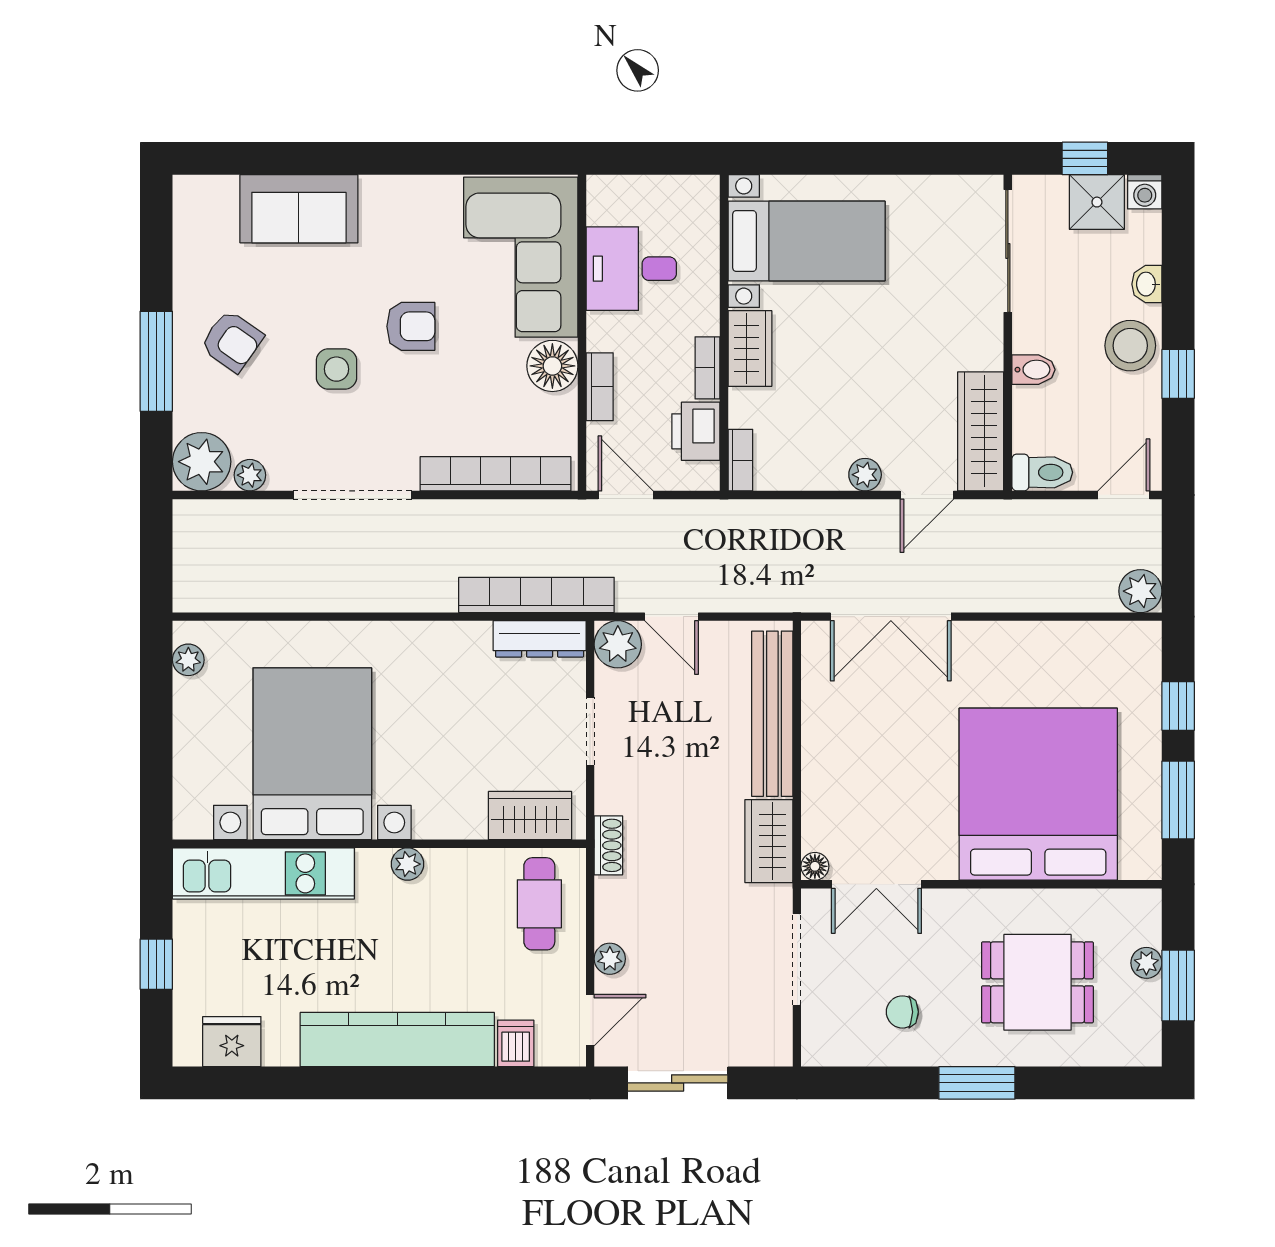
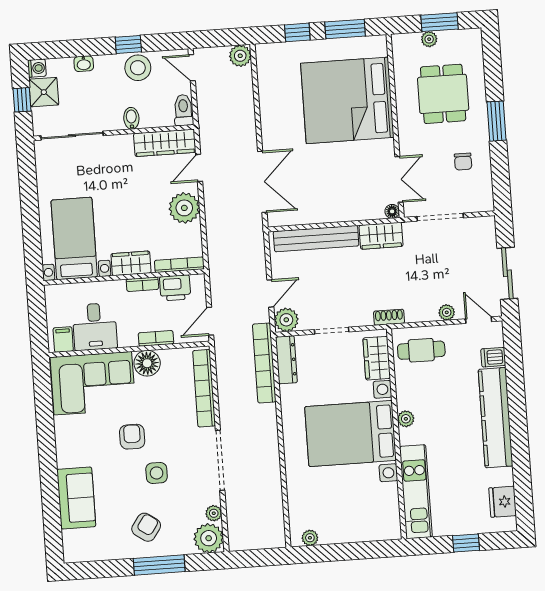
filing cabinet: (610, 205) -> (63, 340), added
stool: (1130, 346) -> (138, 68), moved
bookcase: (740, 460) -> (179, 265), width x1.56
plant: (865, 475) -> (184, 208), width x1.88, depth x1.88
door: (927, 495) -> (199, 168), swing flipped
bed with nightstands: (312, 754) -> (350, 434), moved

